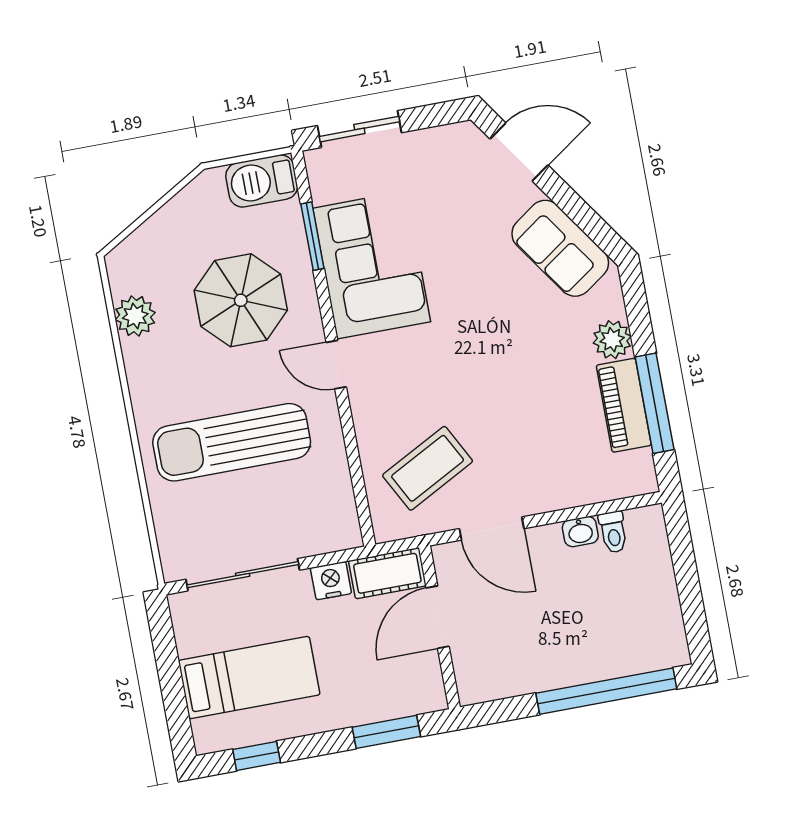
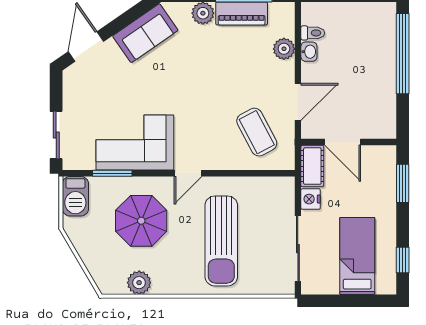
plant: (577, 488) -> (284, 49), added

